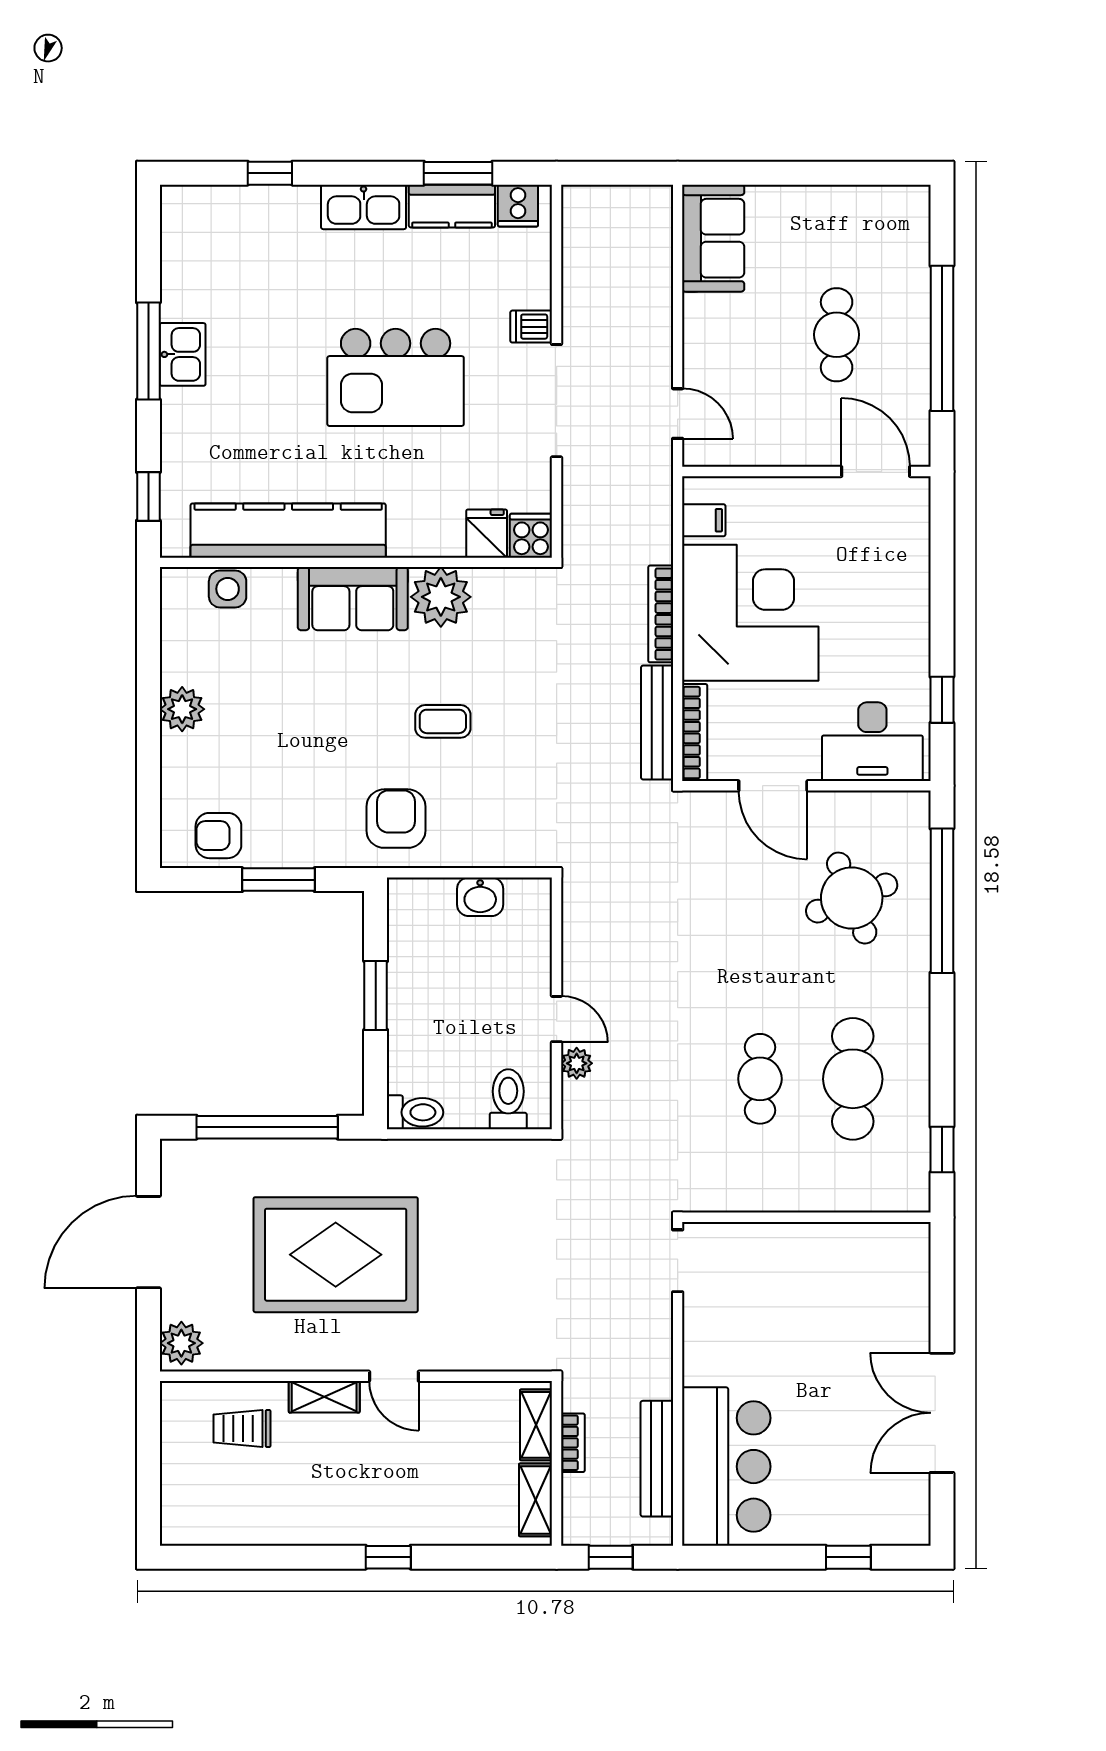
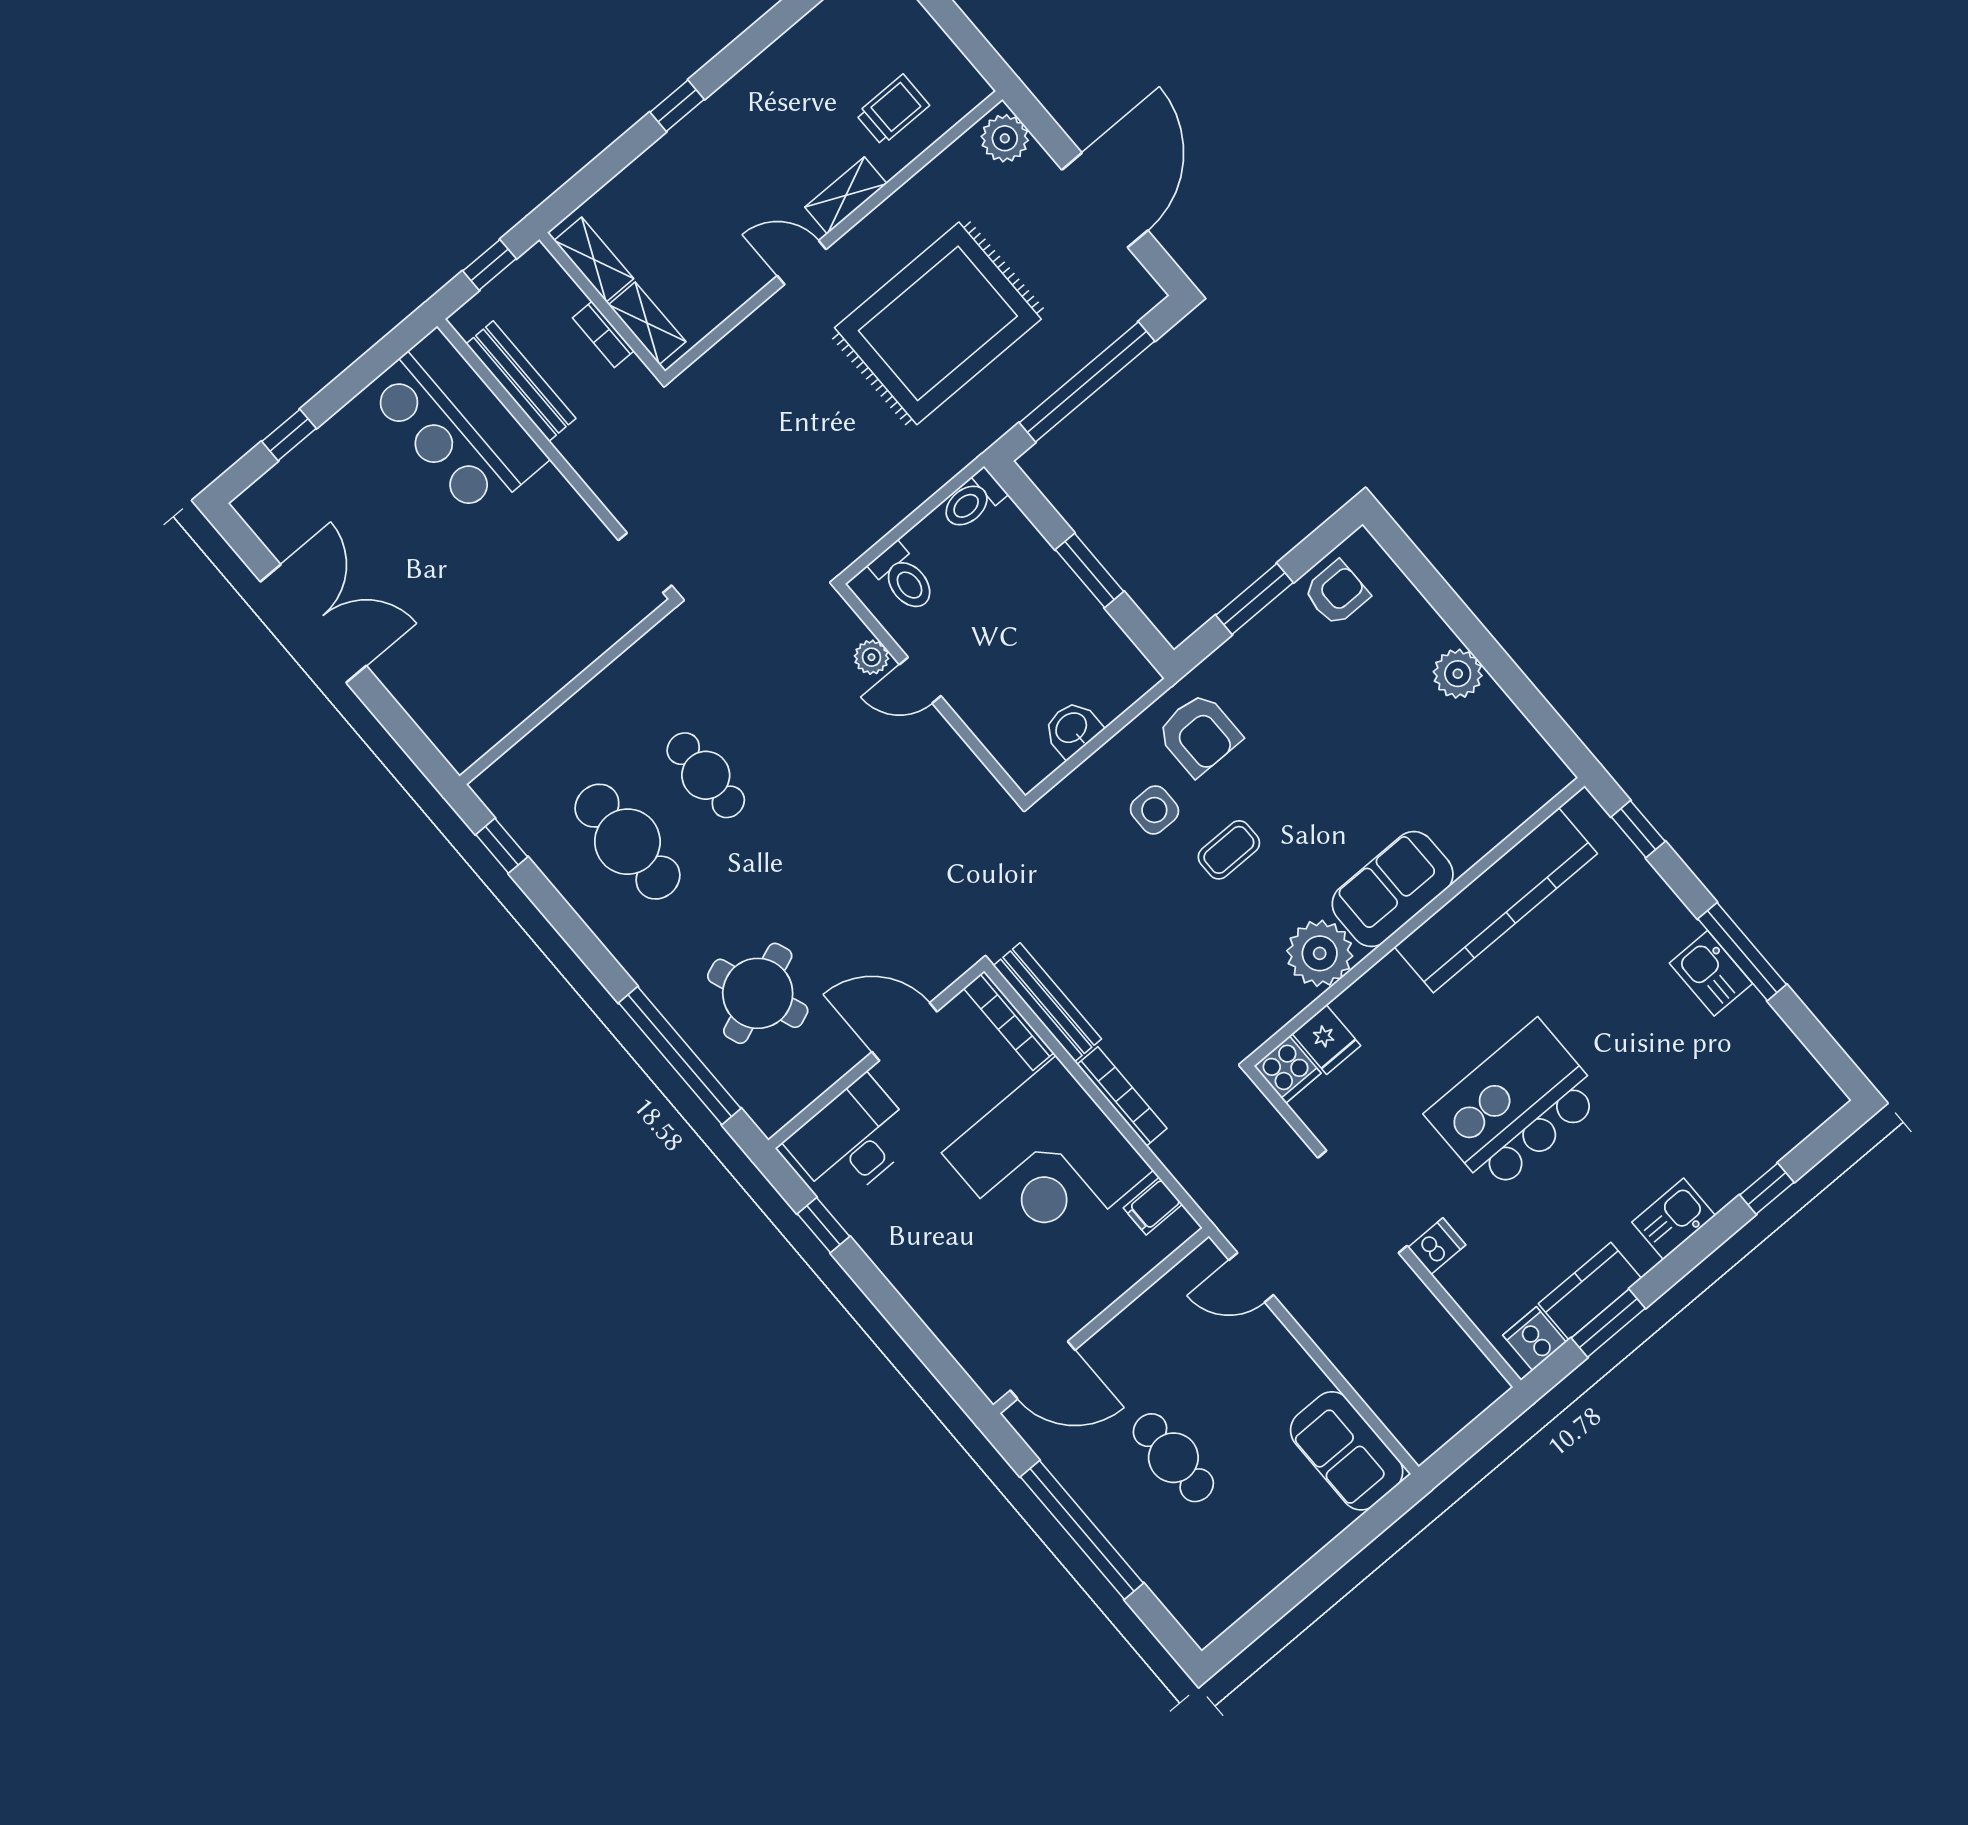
kitchen sink: (364, 207) -> (1674, 1219), width x0.73
side table: (228, 589) -> (1154, 810), moved

